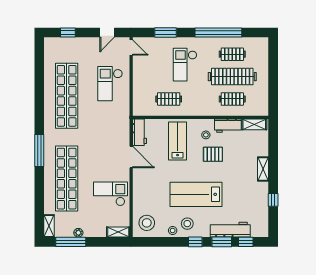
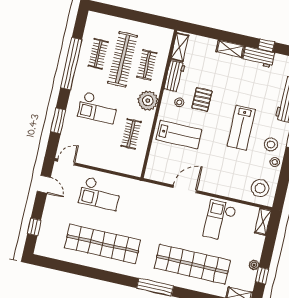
plant: (201, 107) -> (148, 101), added
workbench: (139, 132) -> (259, 57), moved, turned 180
lab bench: (178, 141) -> (179, 135), turned 180
lab bench: (196, 194) -> (241, 128), width x0.73, depth x0.72
window: (71, 242) -> (262, 275), width x0.46

